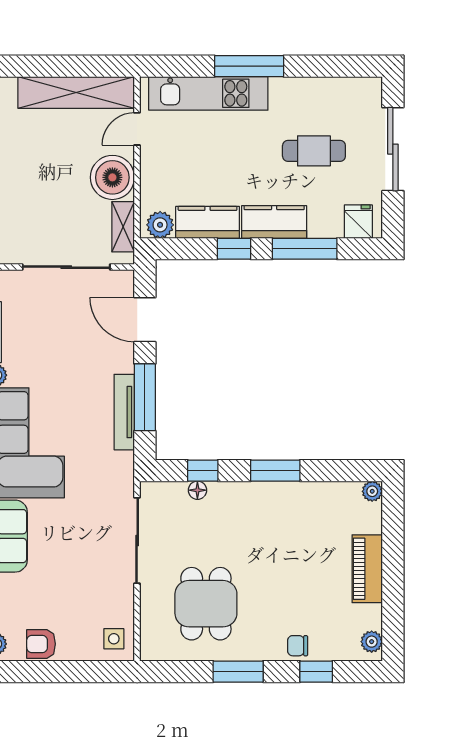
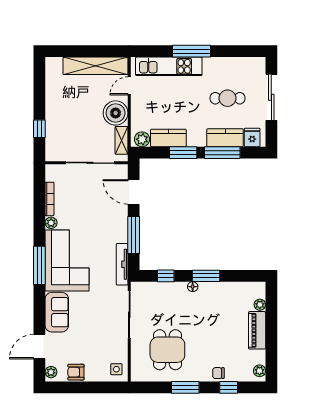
kitchen counter: (274, 222) -> (225, 138), moved
window: (234, 249) -> (183, 153), width x1.50
tv unit: (124, 412) -> (122, 264), moved
floor lamp: (197, 490) -> (193, 287), moved
plant: (372, 491) -> (260, 305), moved

